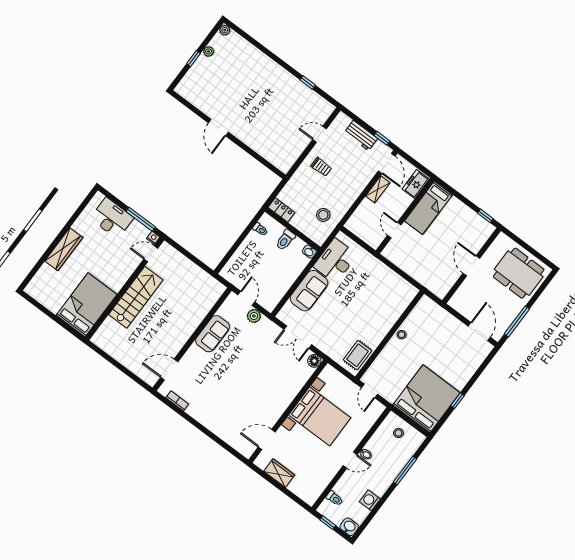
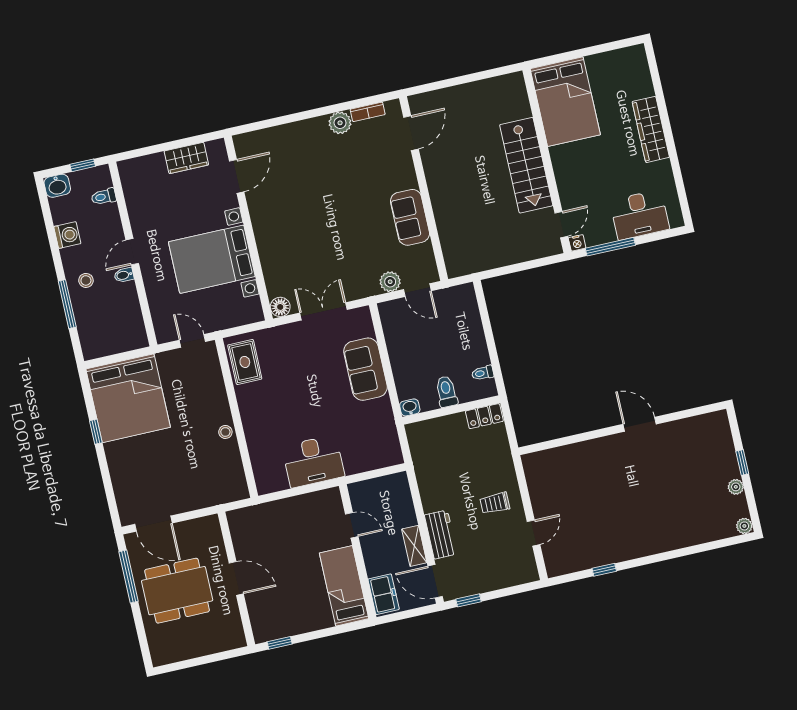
workbench: (361, 136) -> (441, 534), moved, turned 90
stool: (323, 215) -> (438, 459), removed
desk: (335, 261) -> (313, 461), moved, turned 90
dining table: (519, 273) -> (177, 591), moved
plant: (195, 410) -> (340, 123), added
stool: (398, 433) -> (86, 280), moved

